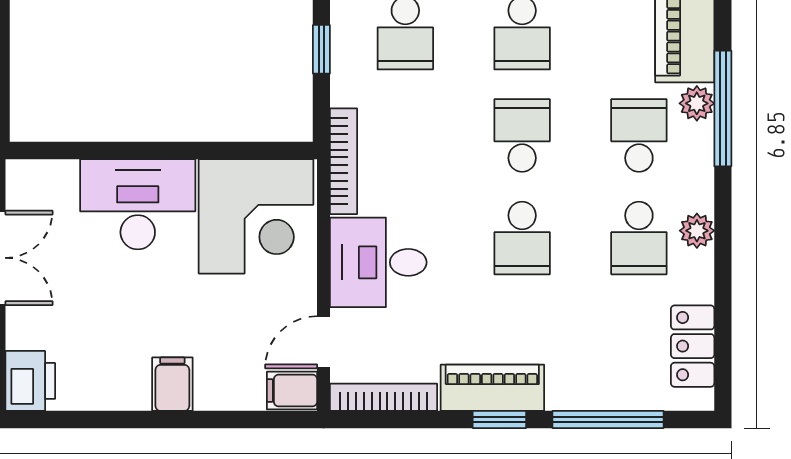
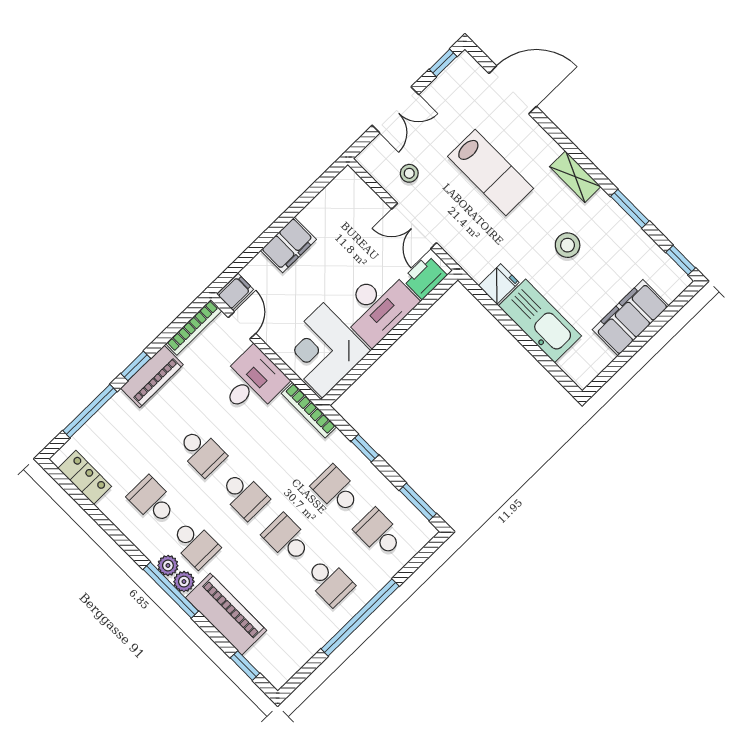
plant: (697, 231) -> (168, 565), moved
school desk: (522, 238) -> (202, 452), turned 180
printer: (30, 381) -> (425, 277), moved, turned 90
filing cabinet: (172, 384) -> (288, 245), width x2.00

